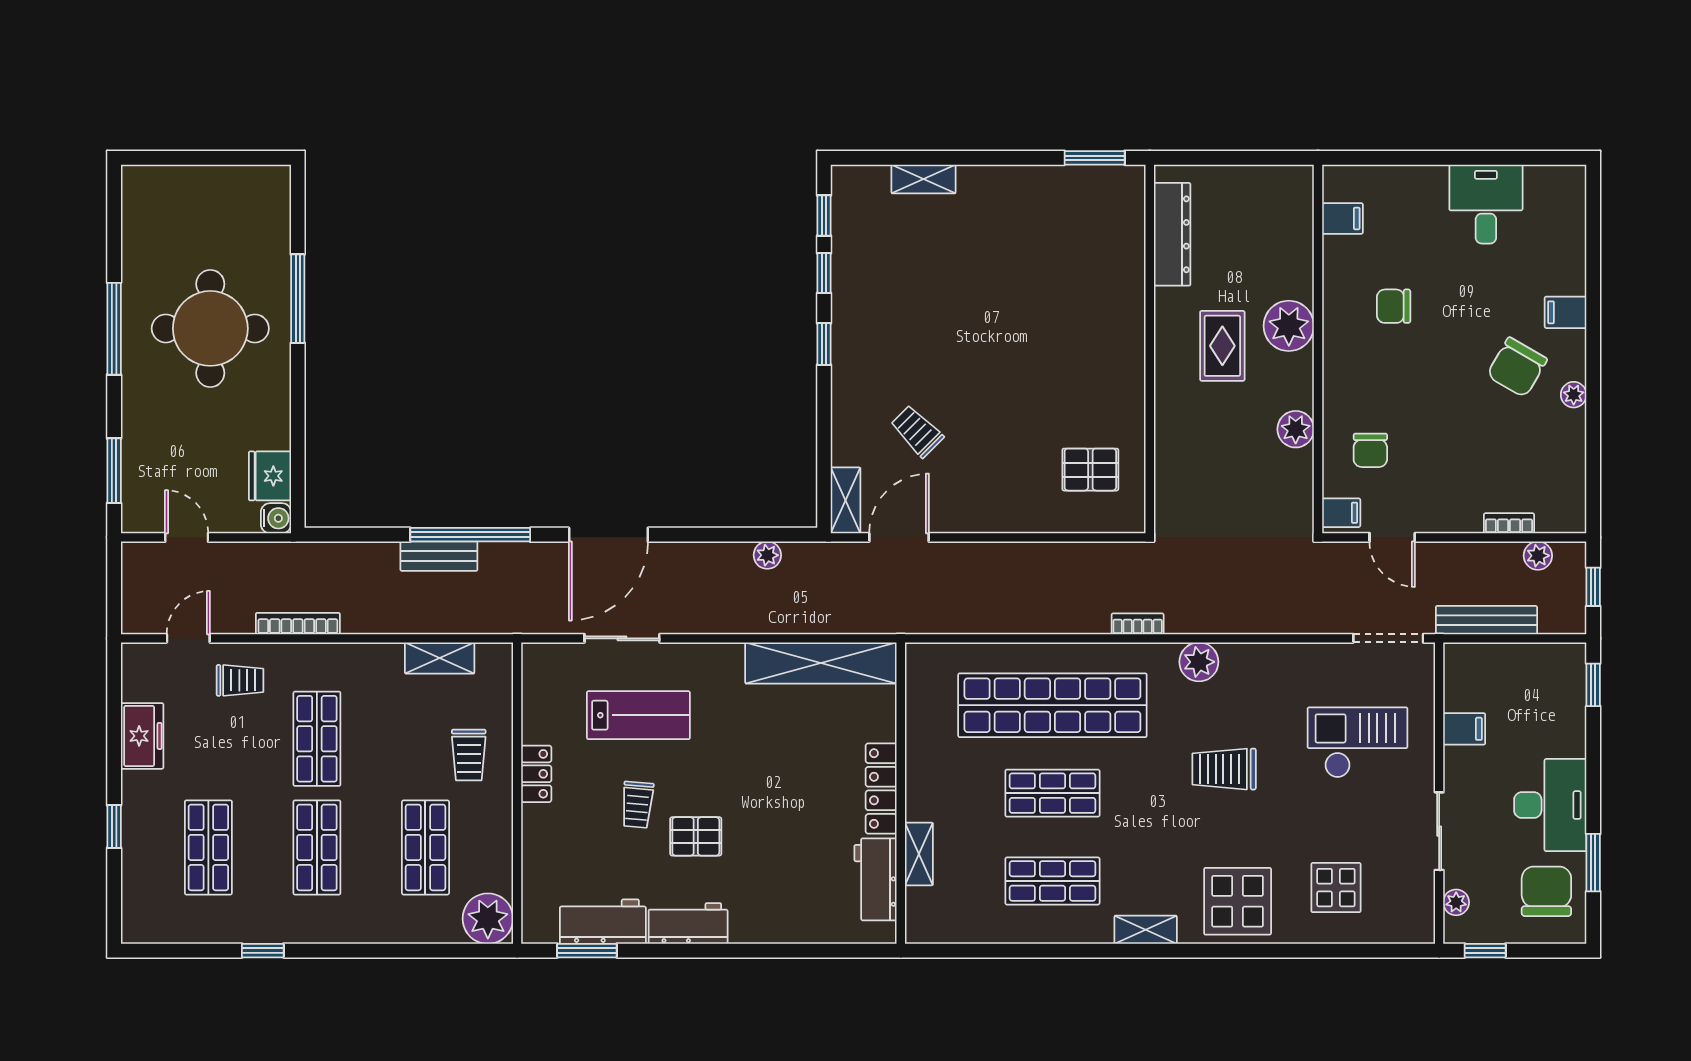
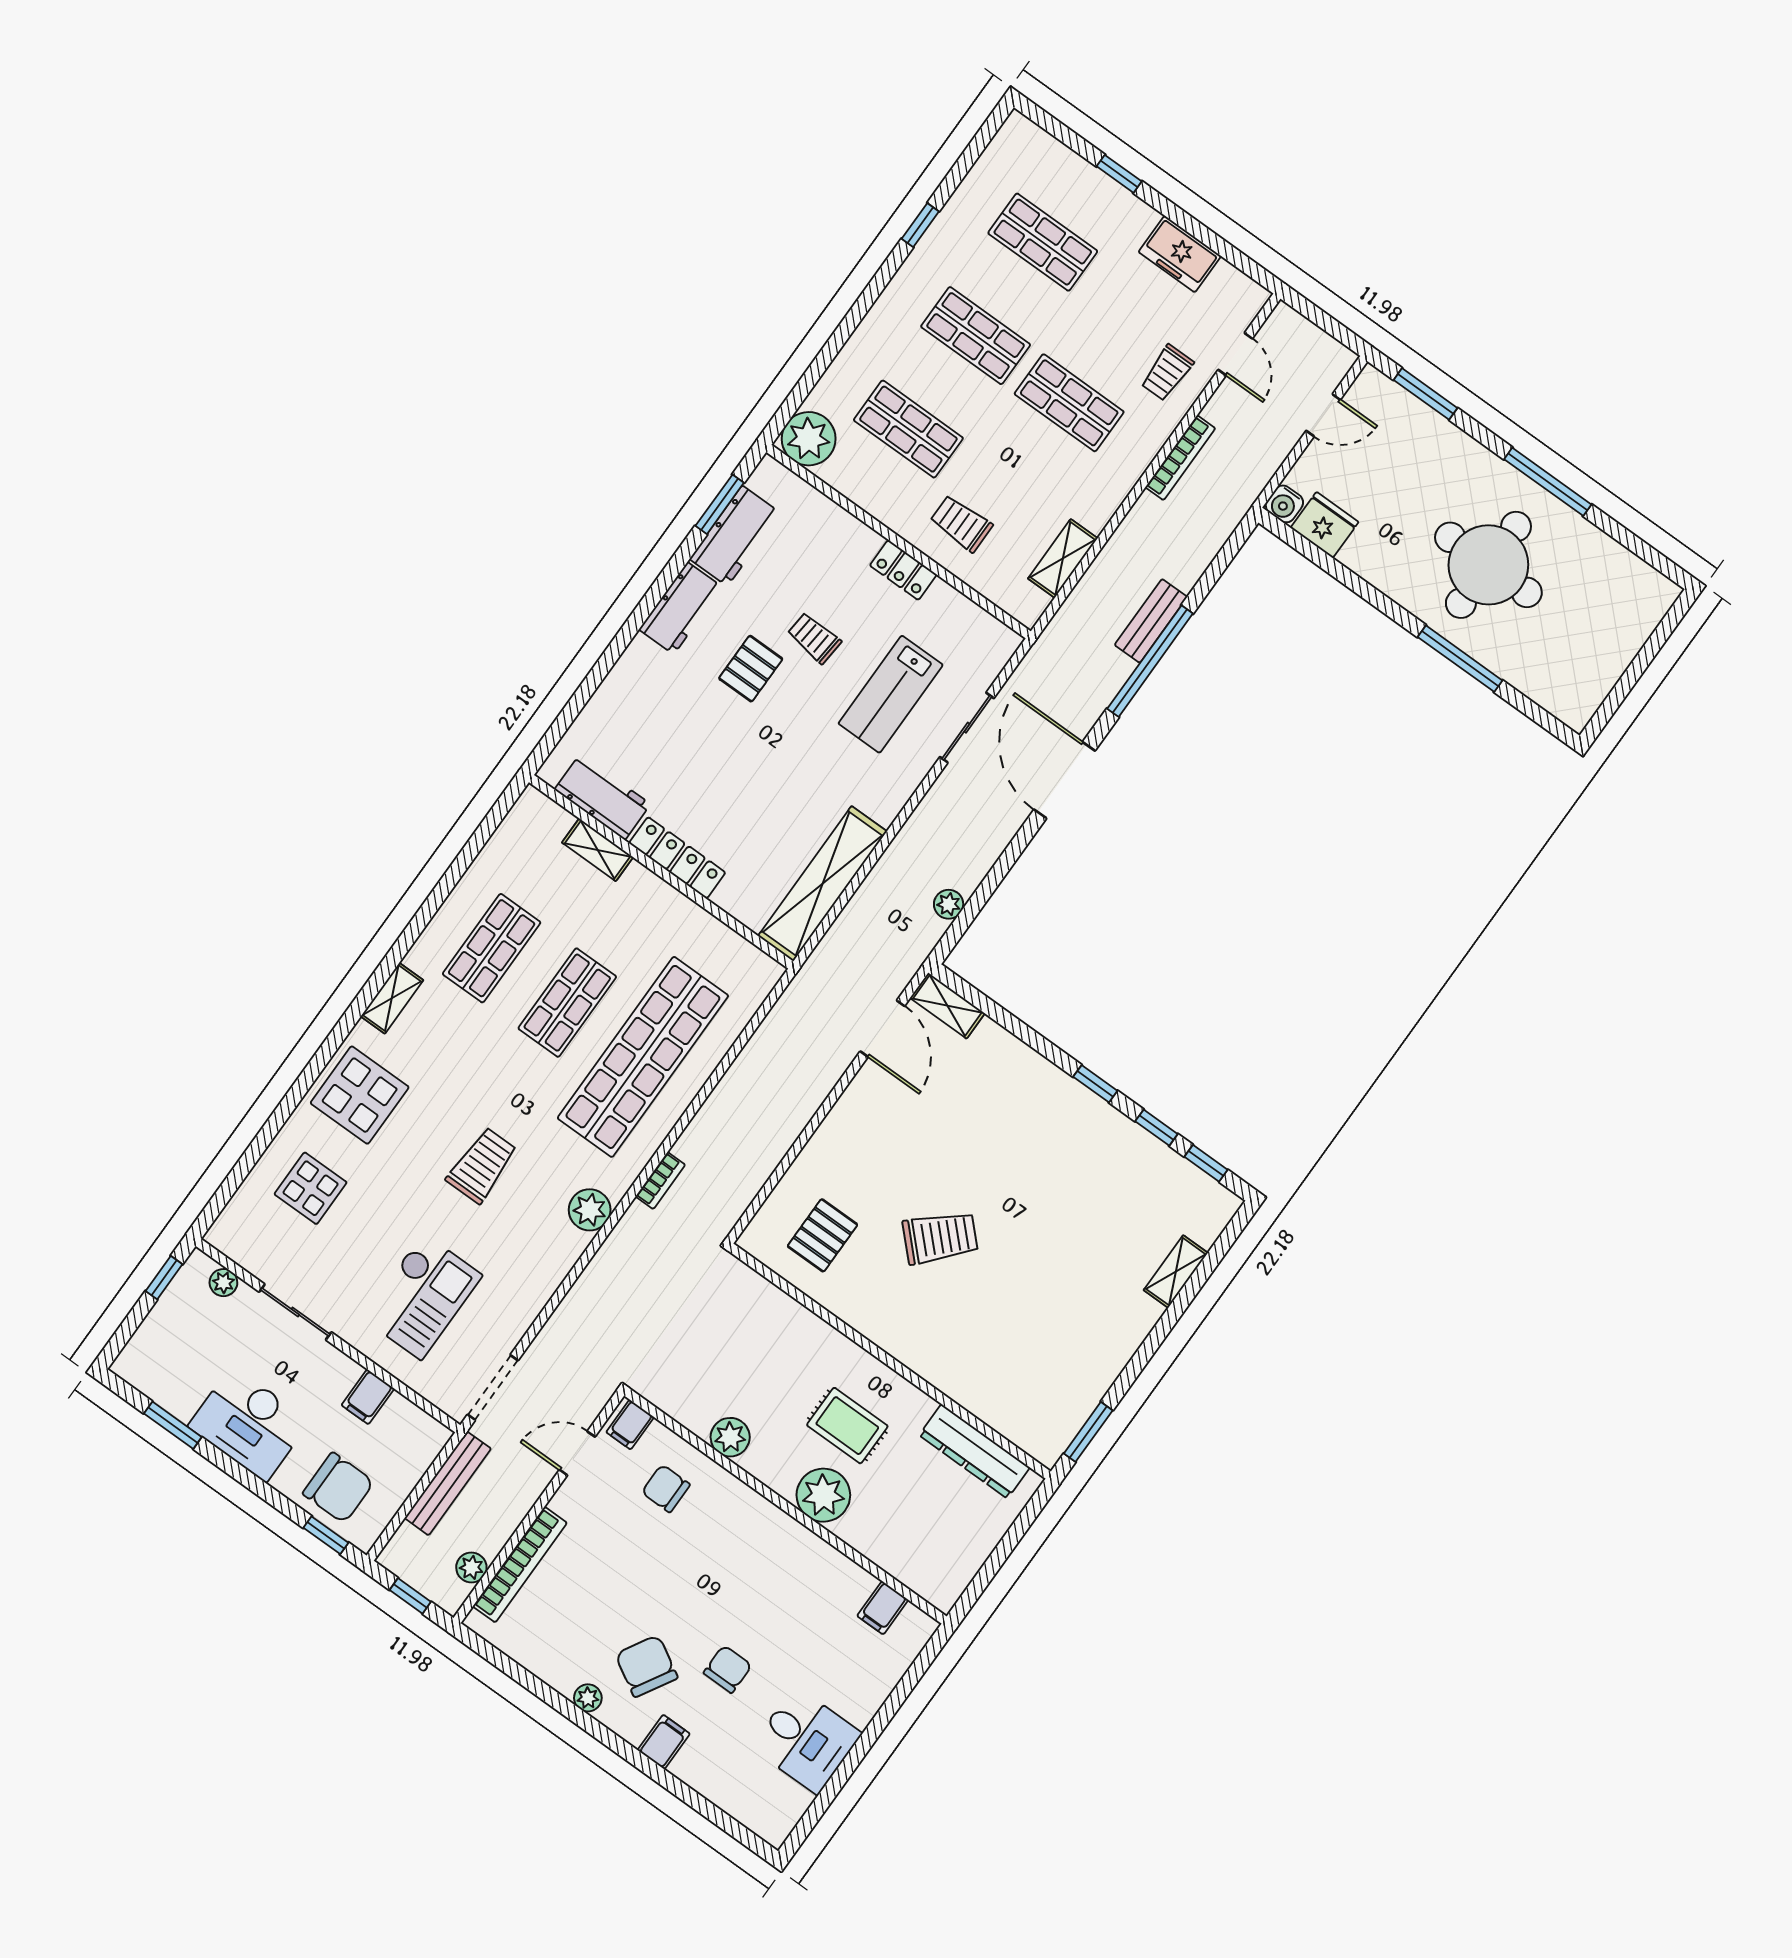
chair: (1394, 306) -> (728, 1669), moved
trolley: (917, 431) -> (940, 1238), moved, width x1.36, depth x1.39
bookcase: (1509, 523) -> (520, 1565), width x2.31, depth x1.31
chair: (1546, 891) -> (338, 1488), moved

